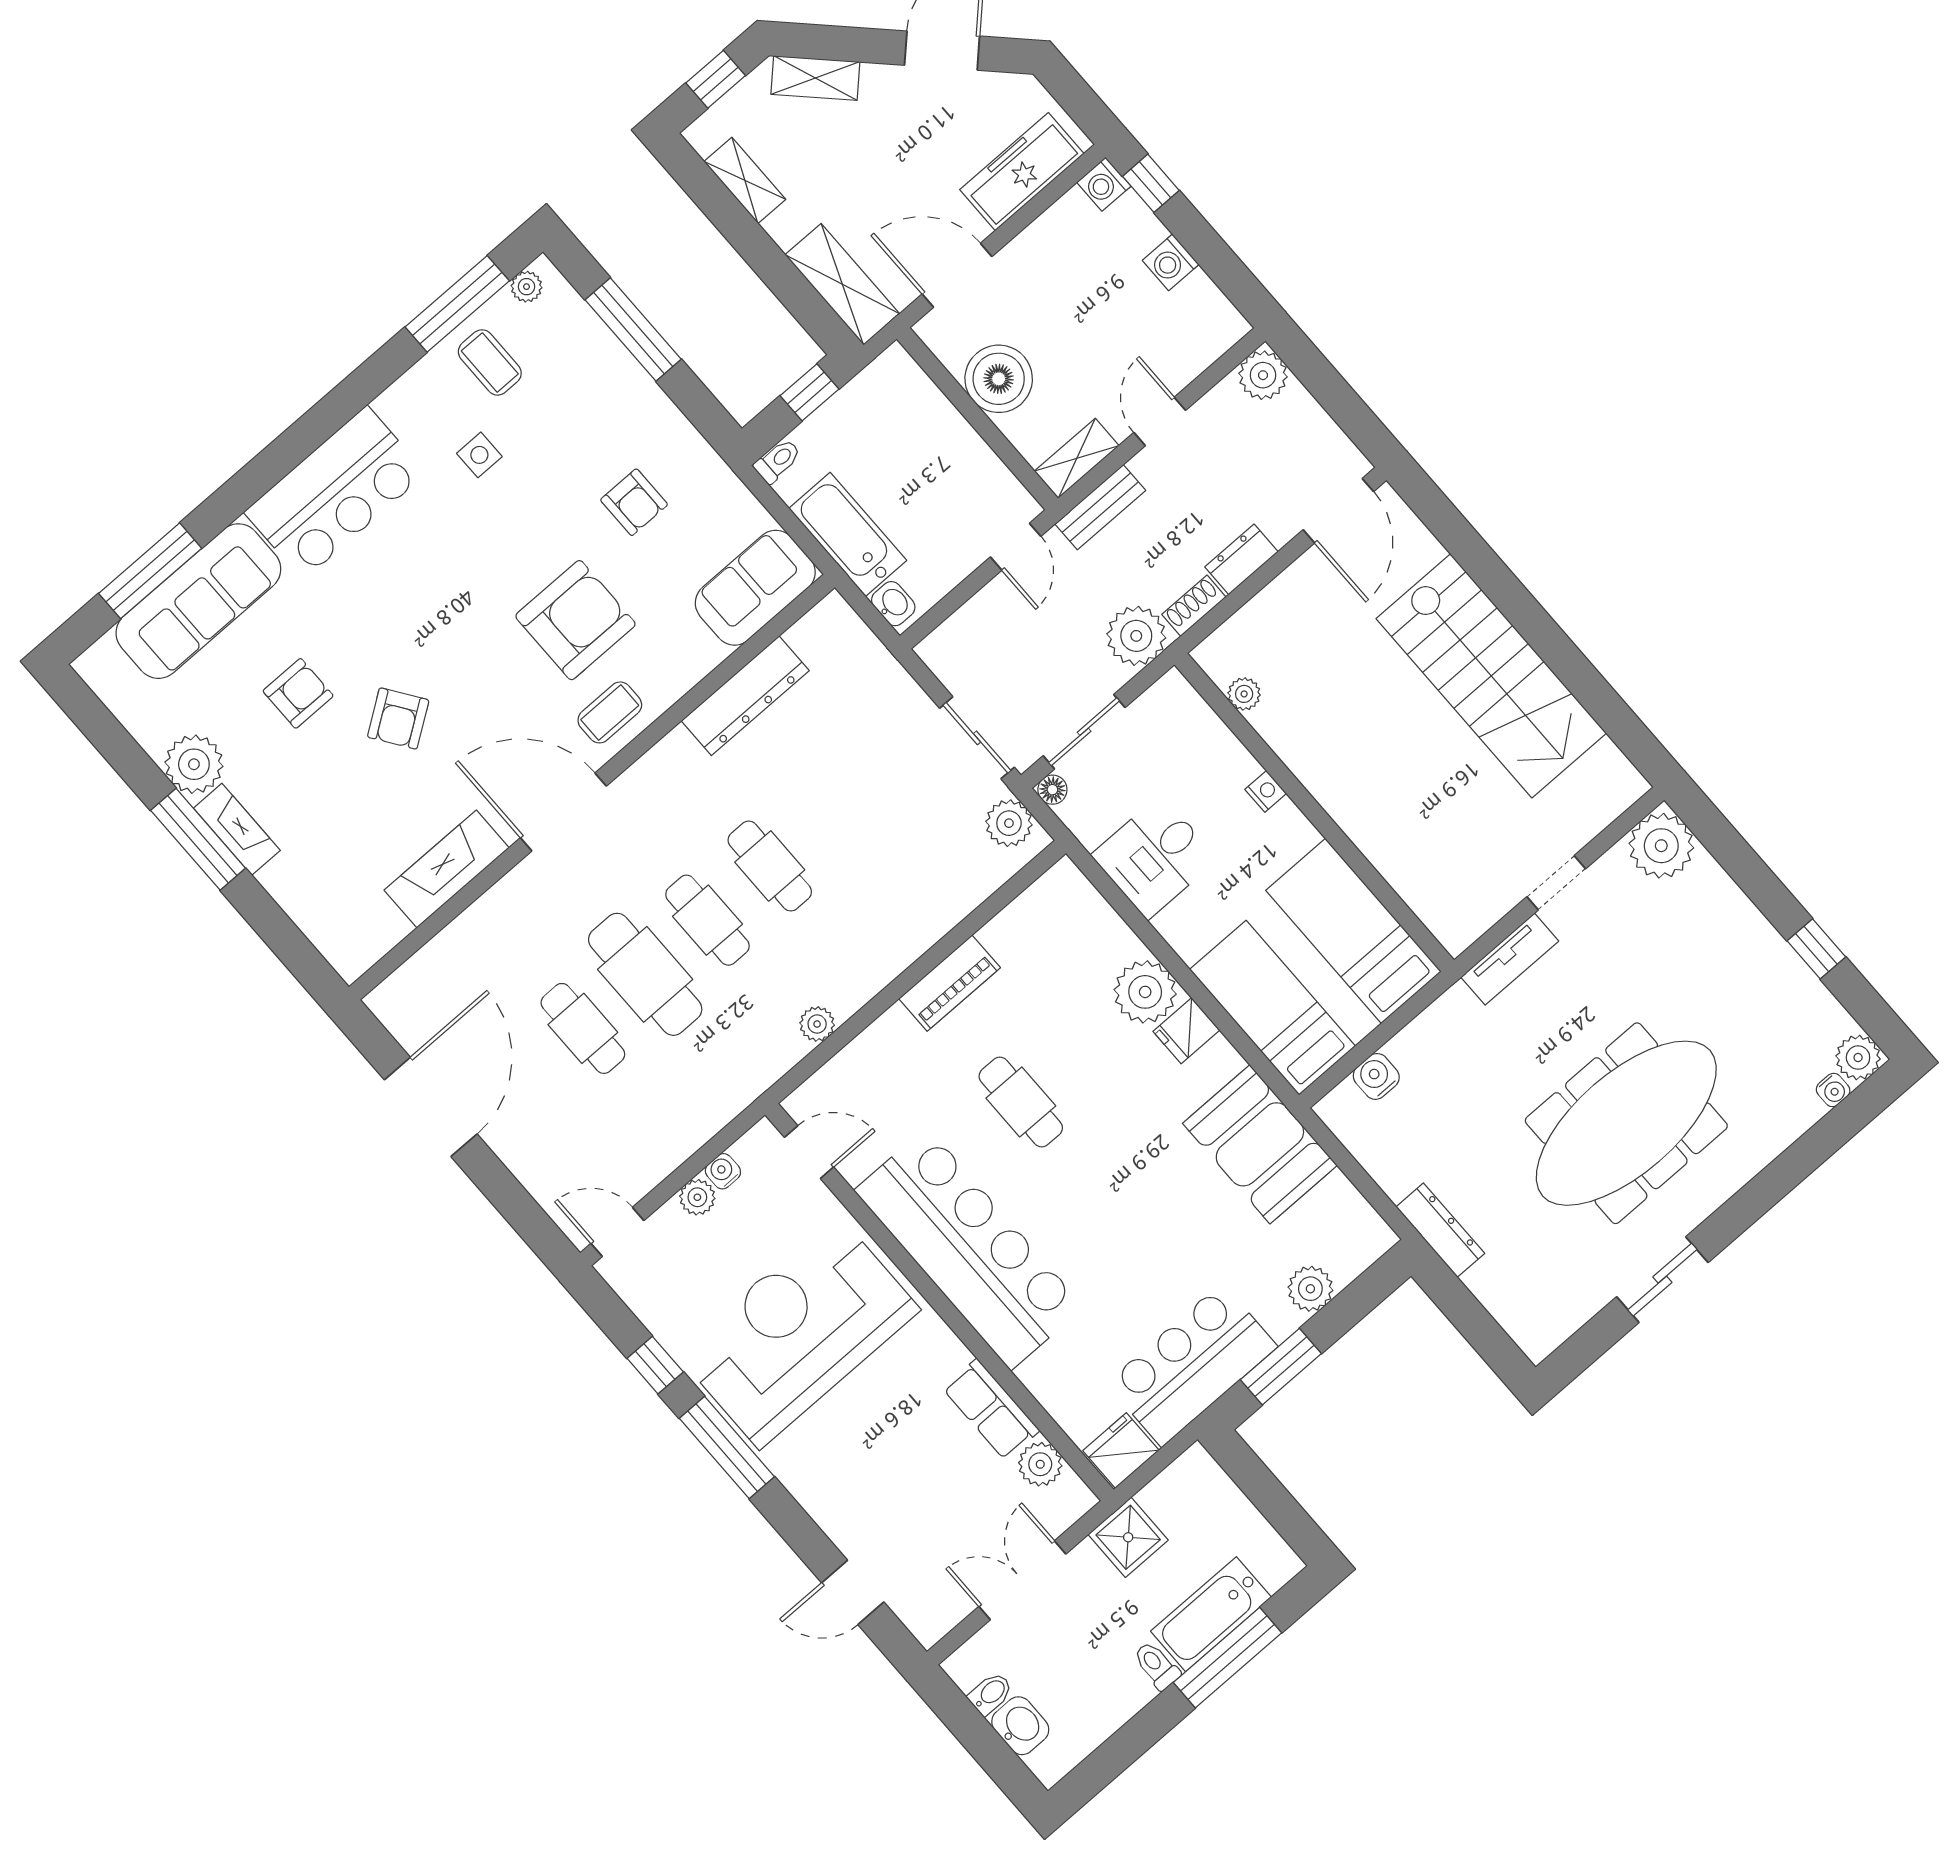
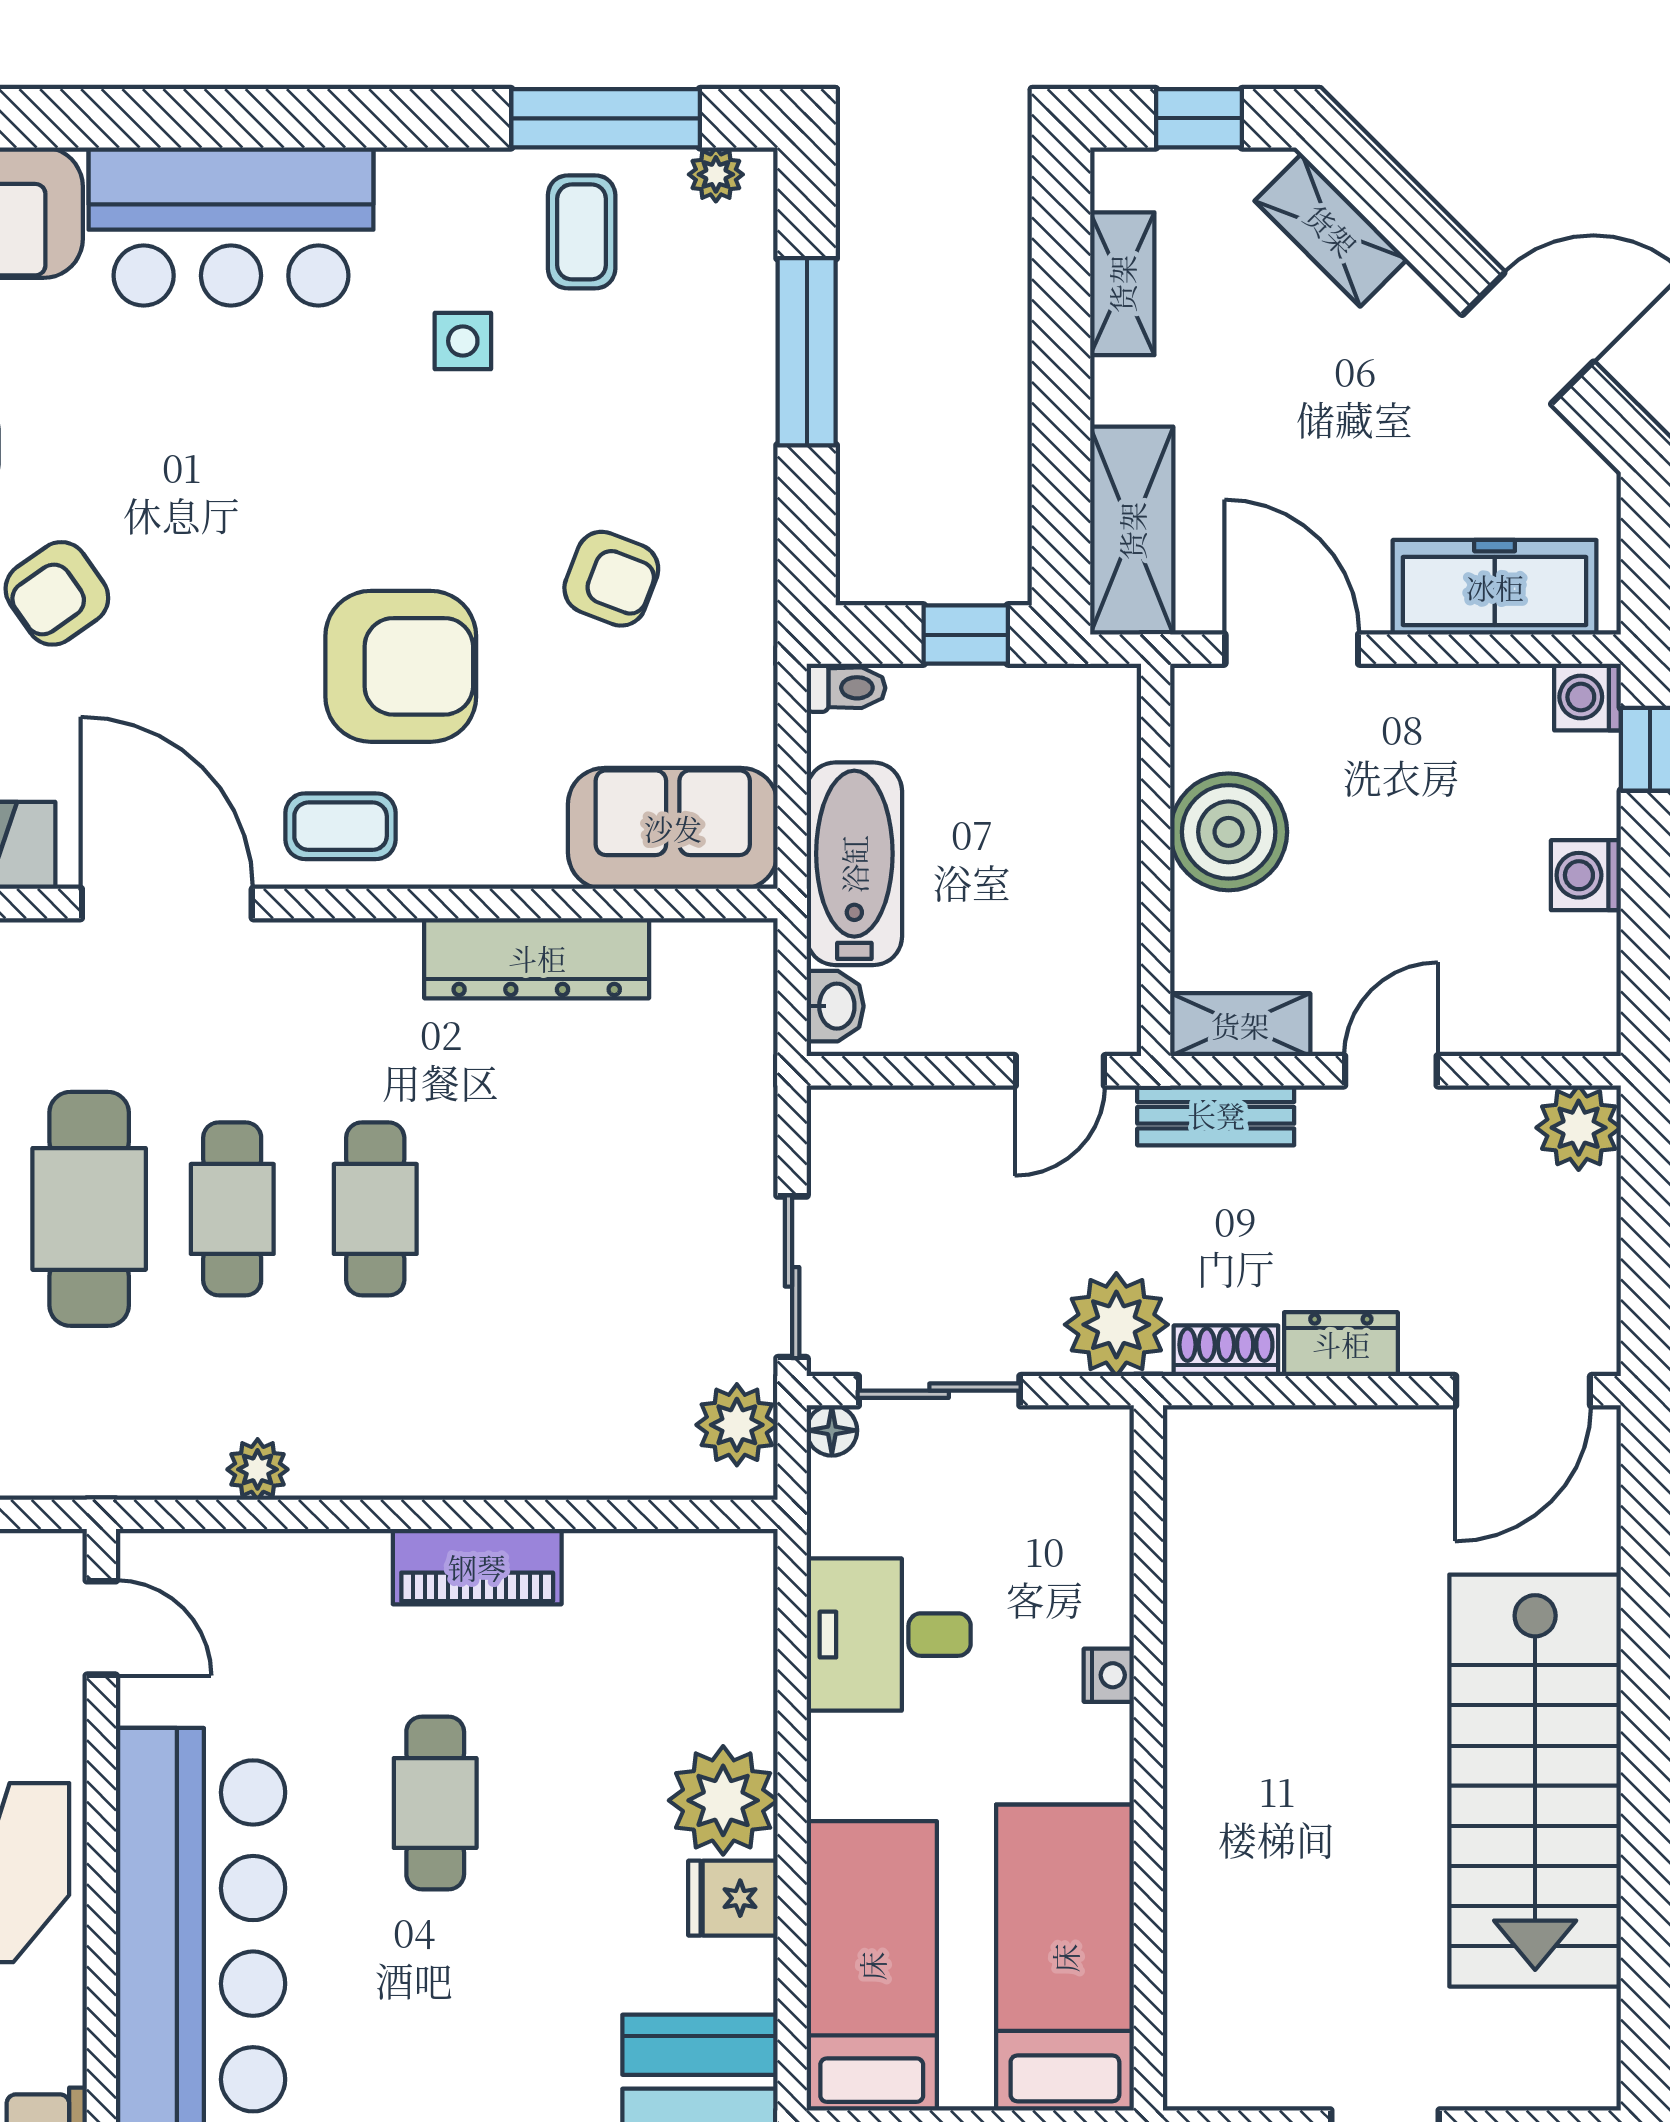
armchair: (634, 502) -> (611, 579), turned -69
plant: (1244, 694) -> (1191, 1523), removed

